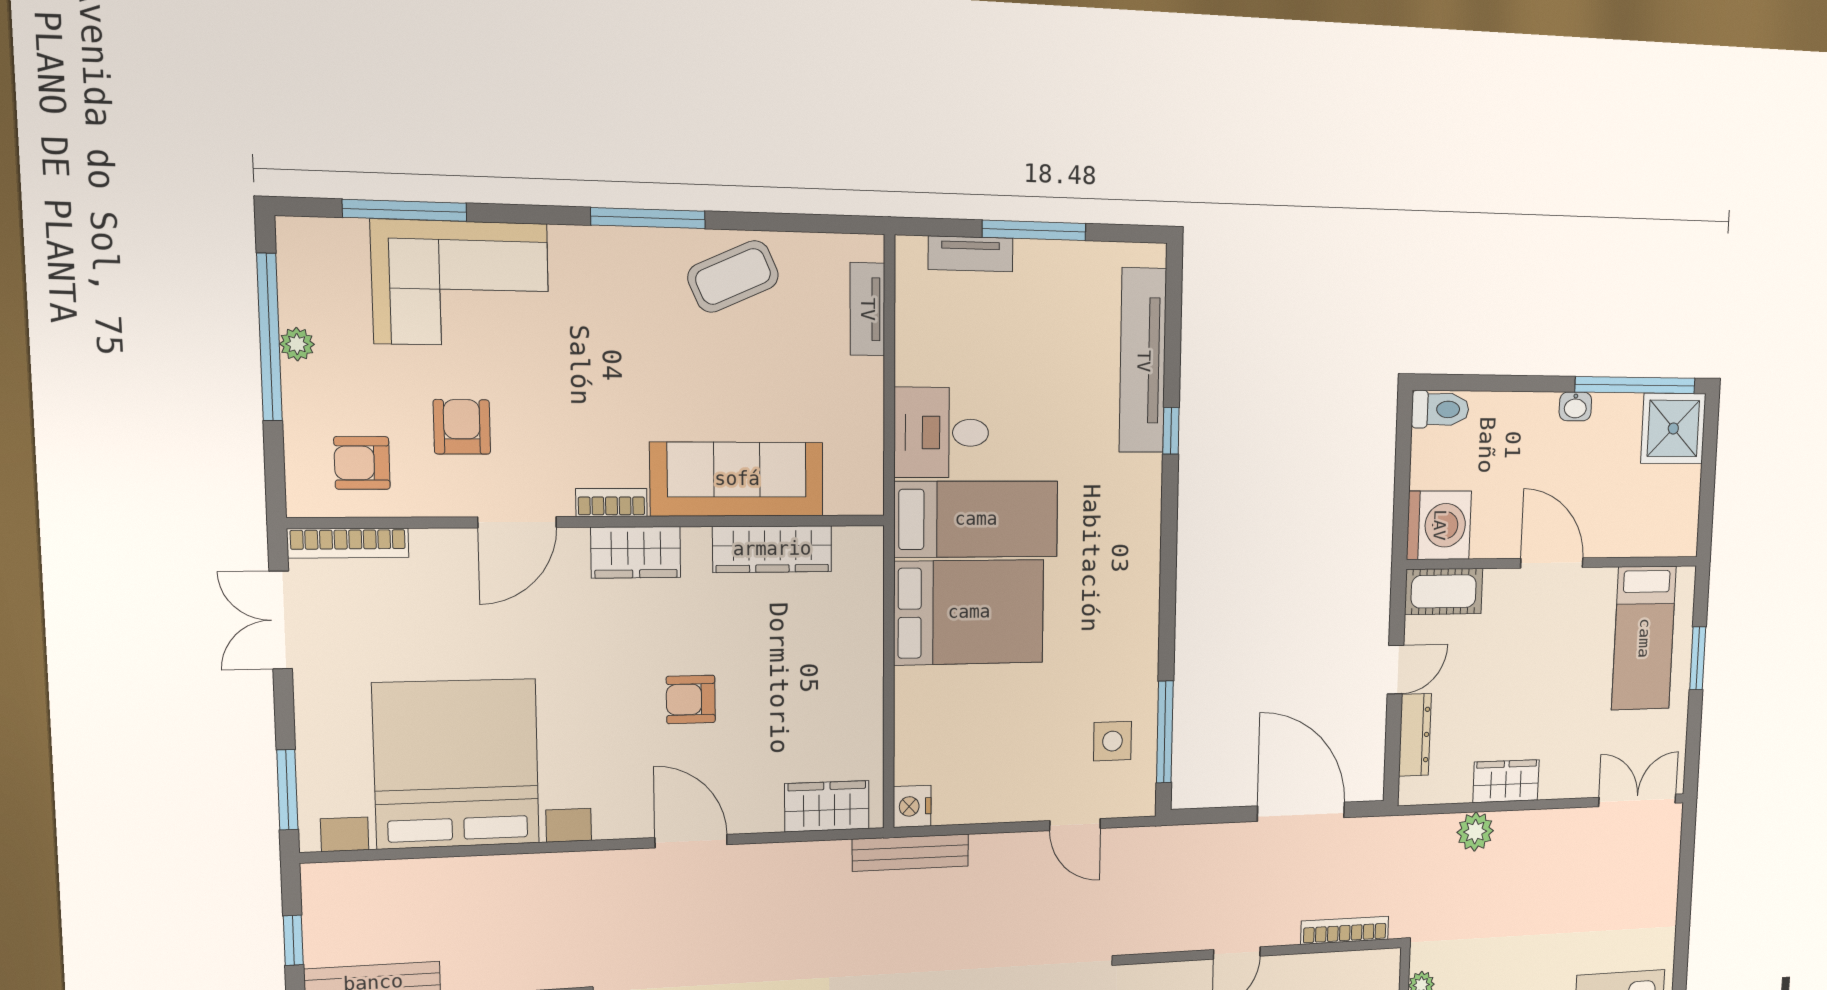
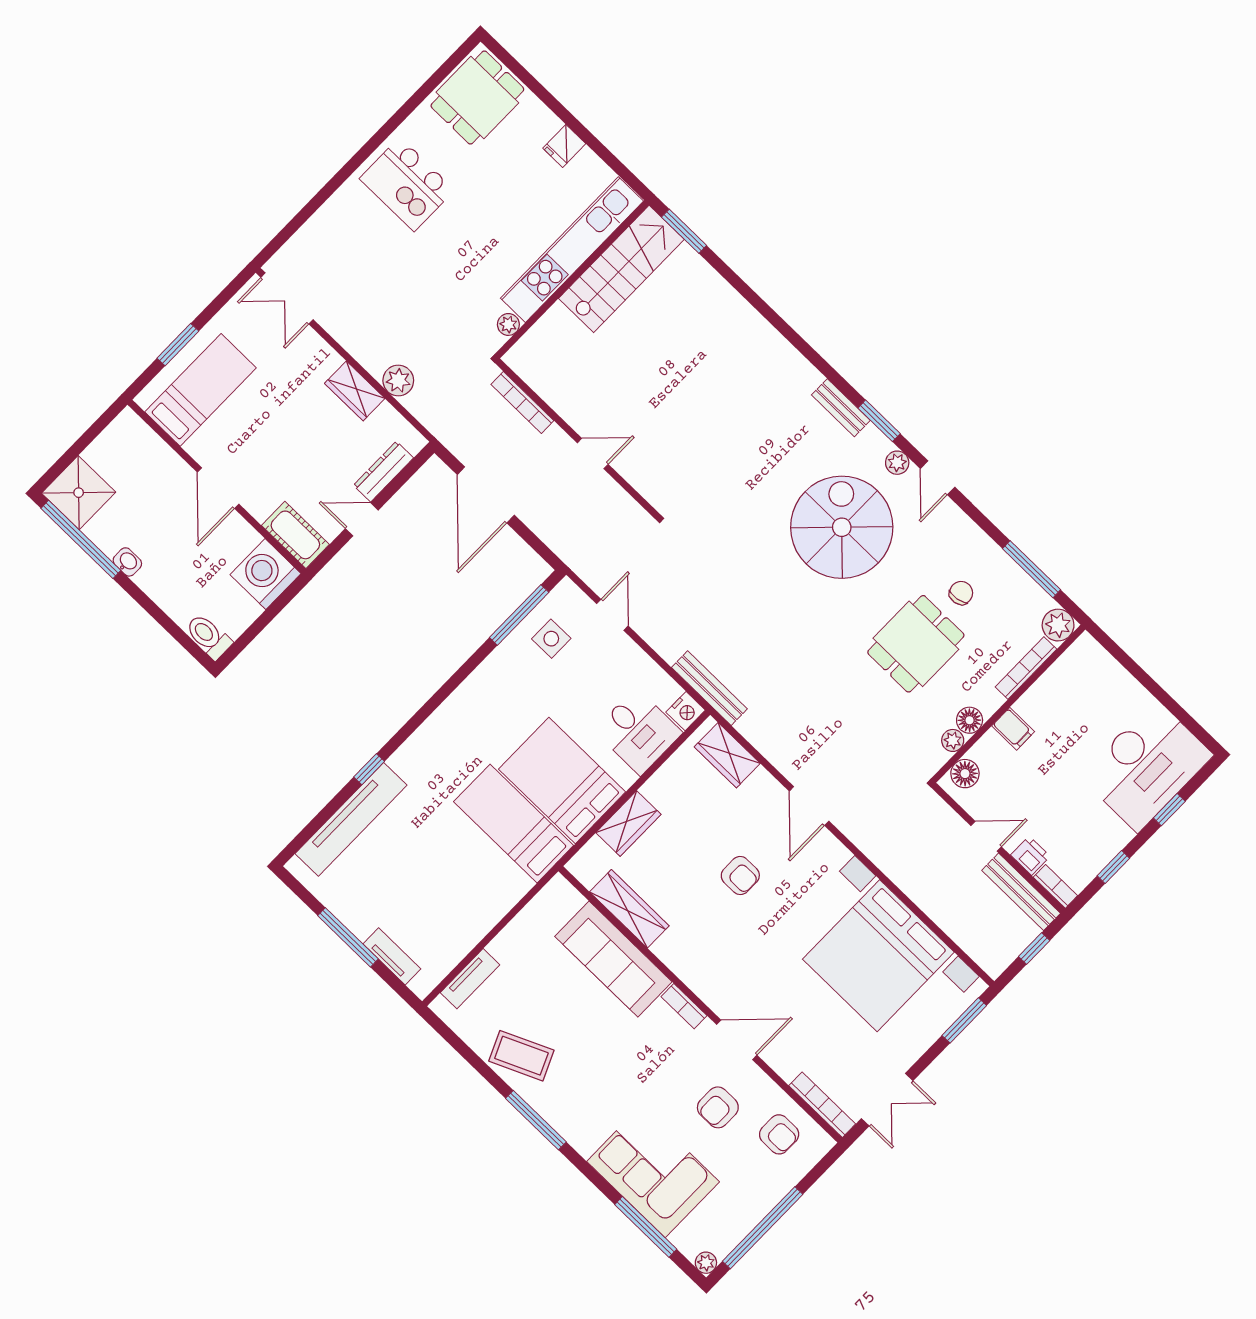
plant: (297, 344) -> (706, 1263), moved
desk: (941, 433) -> (638, 732), moved
wardrobe: (636, 552) -> (628, 823), moved, turned 90

